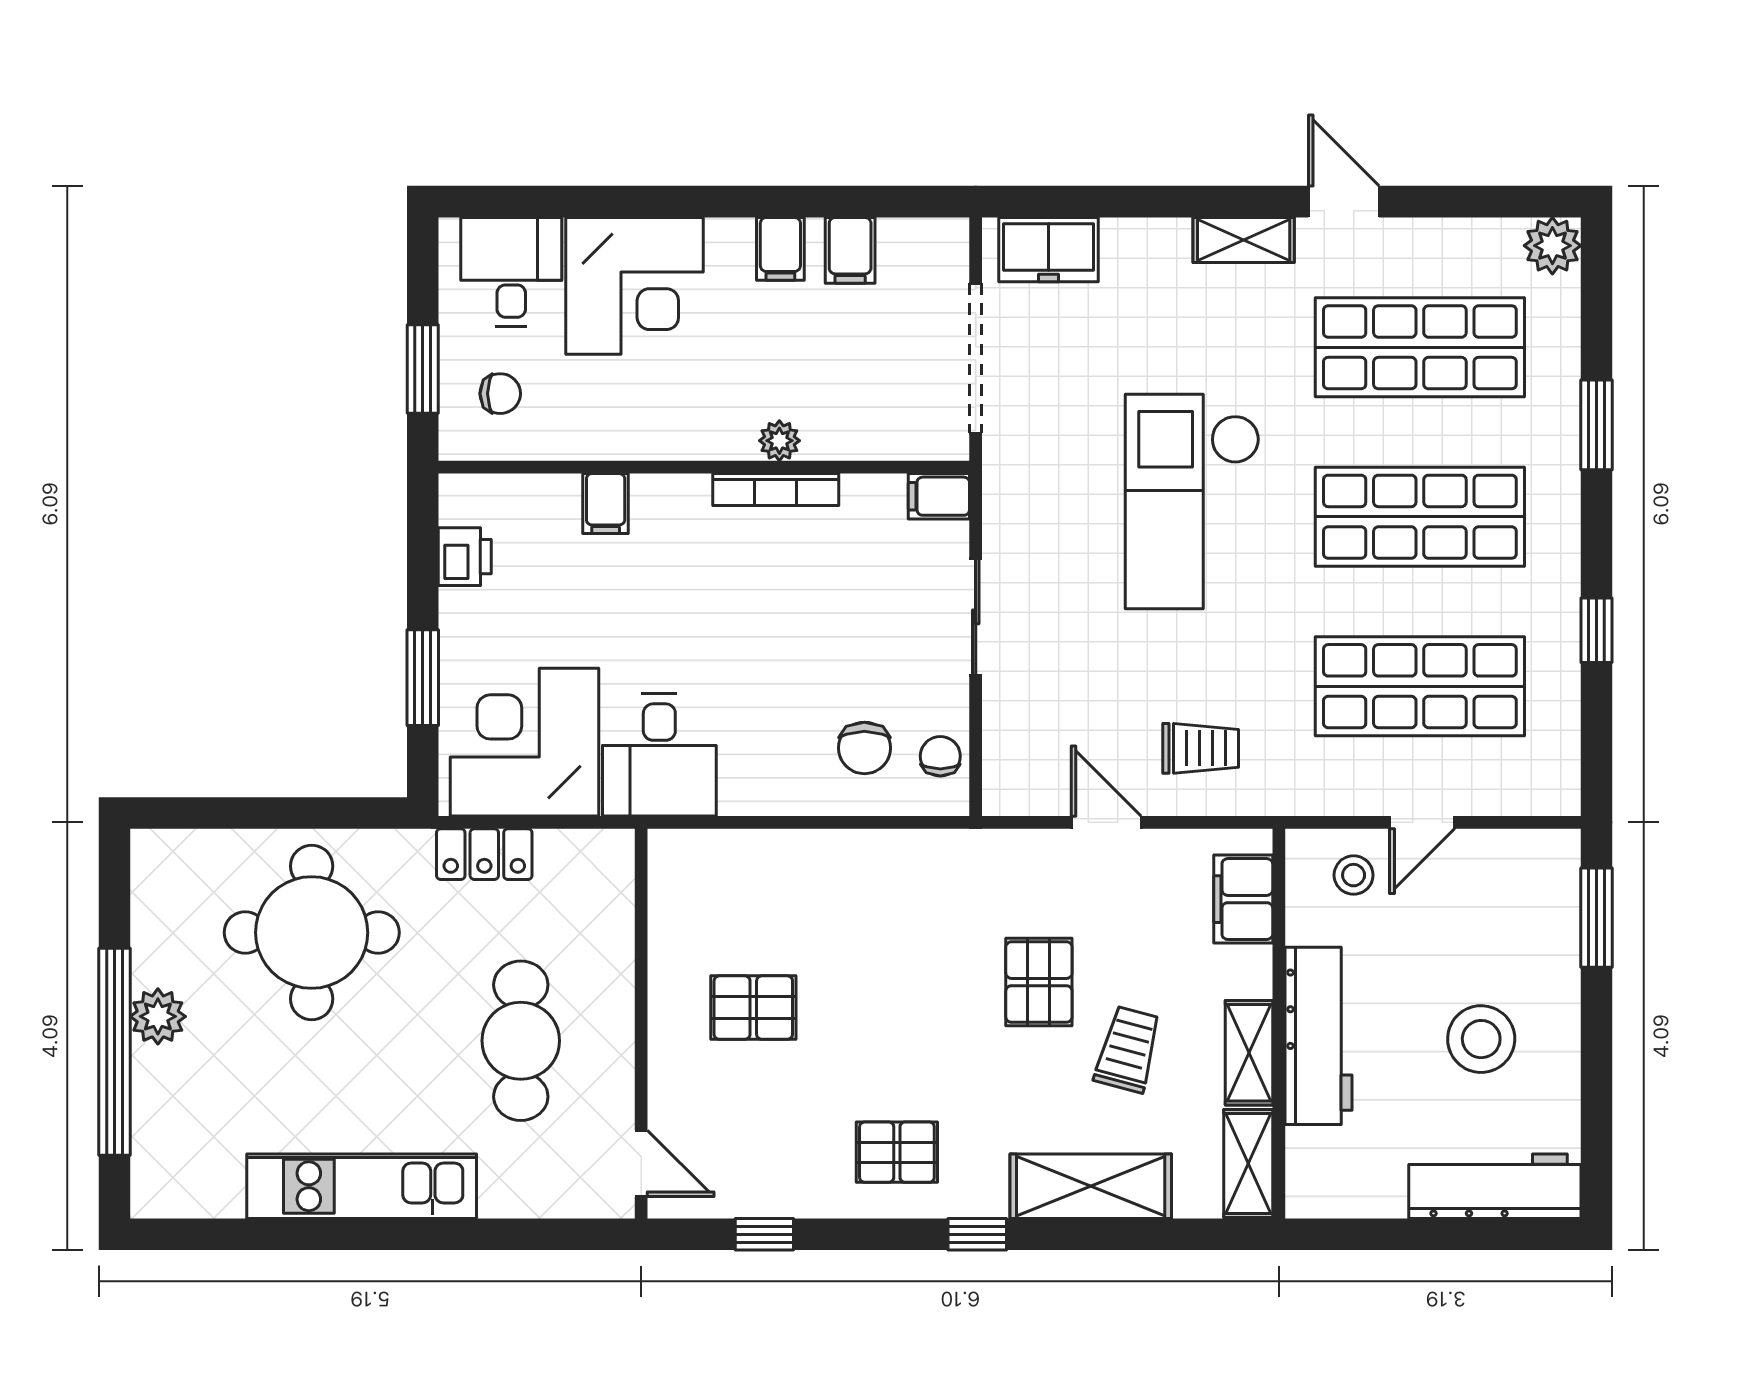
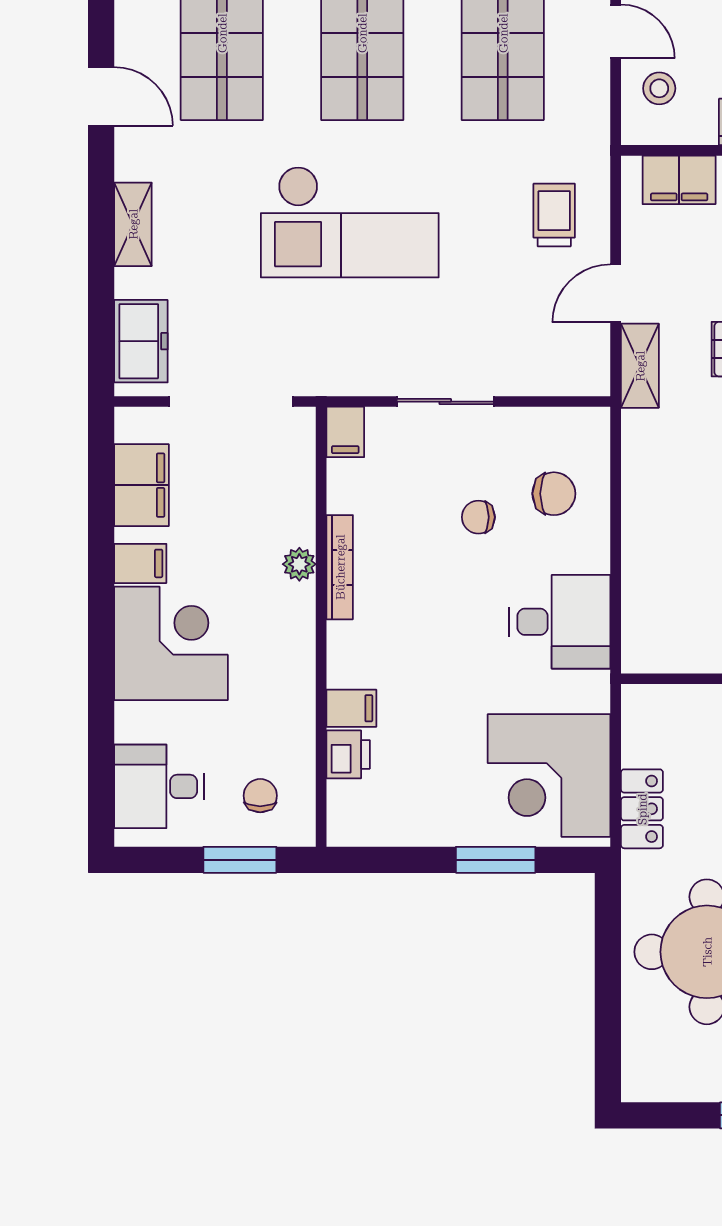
door: (1344, 202) -> (101, 96), swing flipped
shelving: (1244, 240) -> (133, 224), moved
filing cabinet: (850, 250) -> (141, 485), width x2.00
corner desk: (635, 286) -> (171, 643), moved
printer: (465, 557) -> (348, 754), moved, turned 90
desk: (659, 755) -> (560, 622), moved
chair: (940, 756) -> (478, 517), moved
shelving: (1019, 852) -> (640, 366), added

